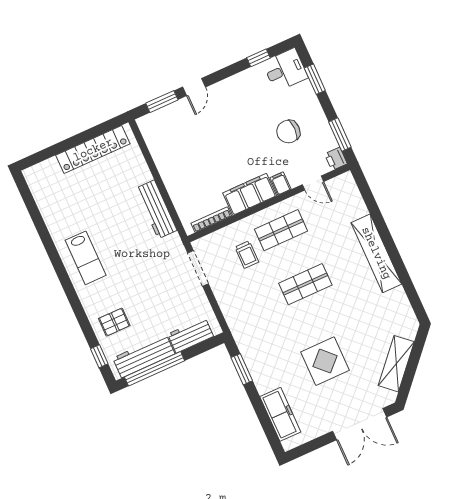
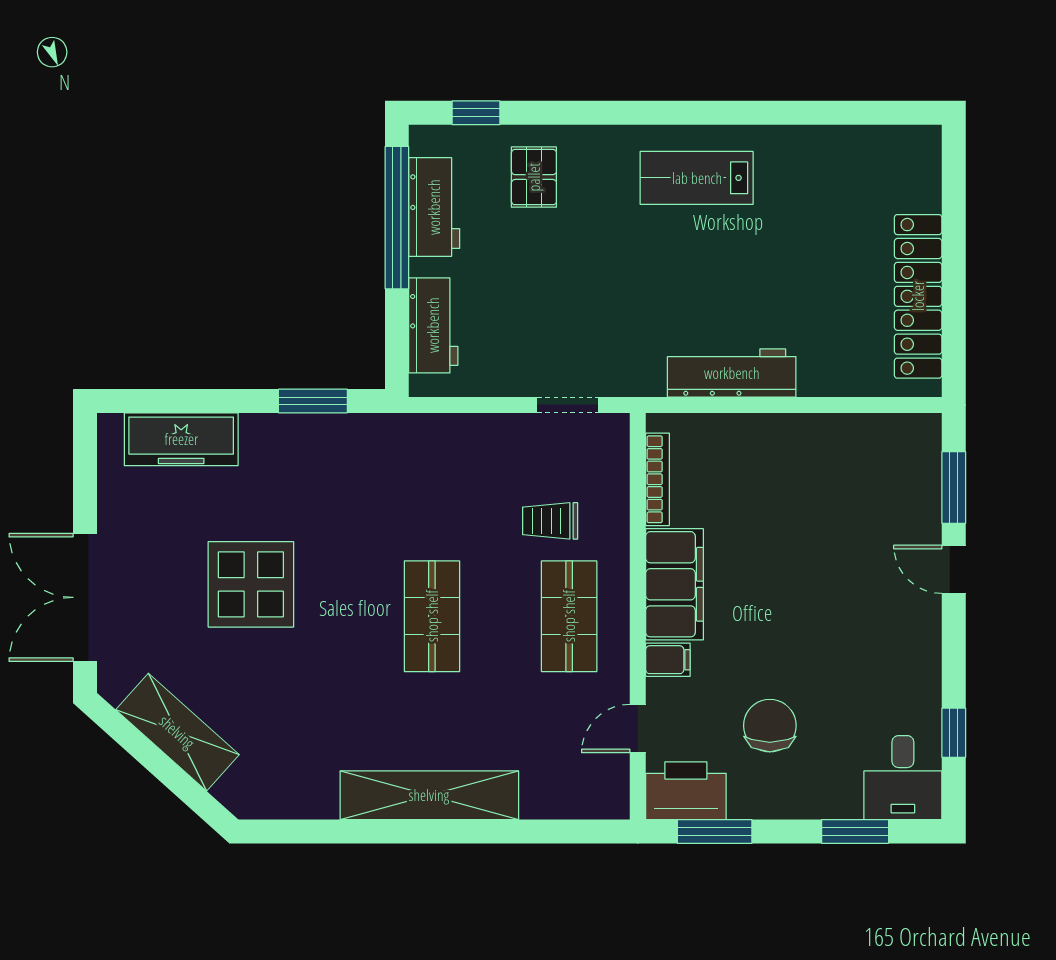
printer: (336, 159) -> (686, 791), width x1.87, depth x1.48
doorway: (198, 268) -> (567, 405), width x0.73
workbench: (144, 356) -> (434, 207), width x0.73

